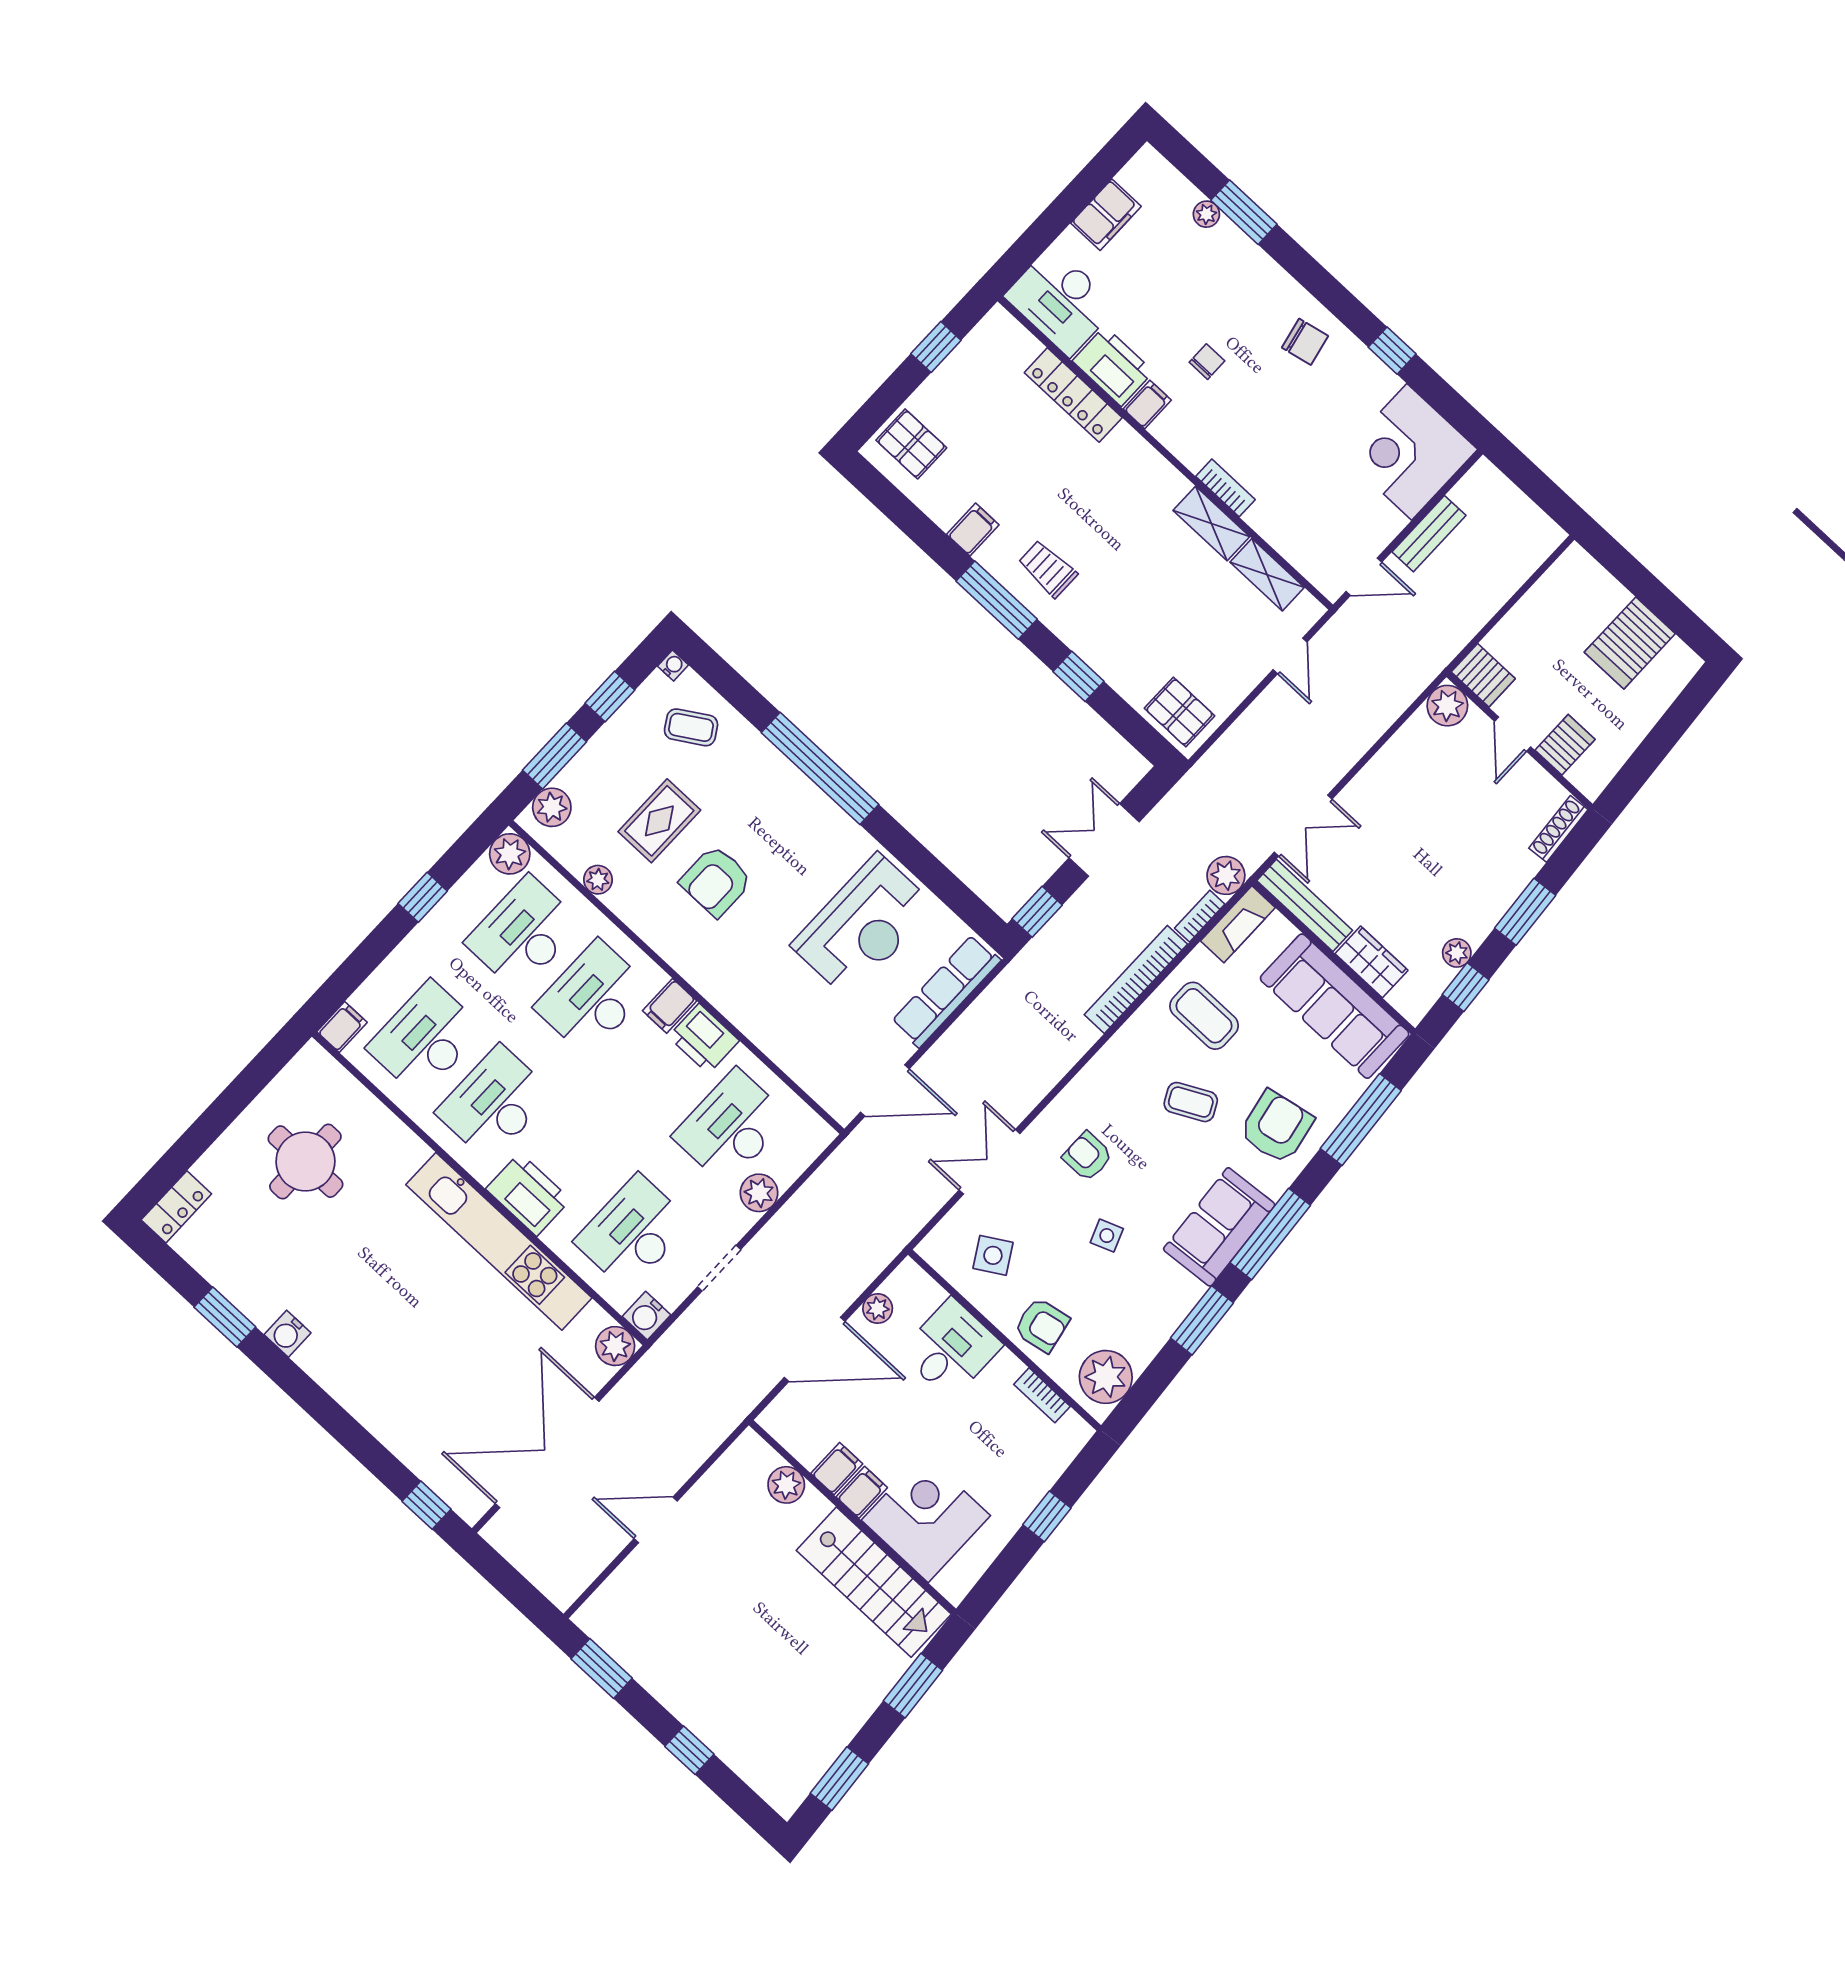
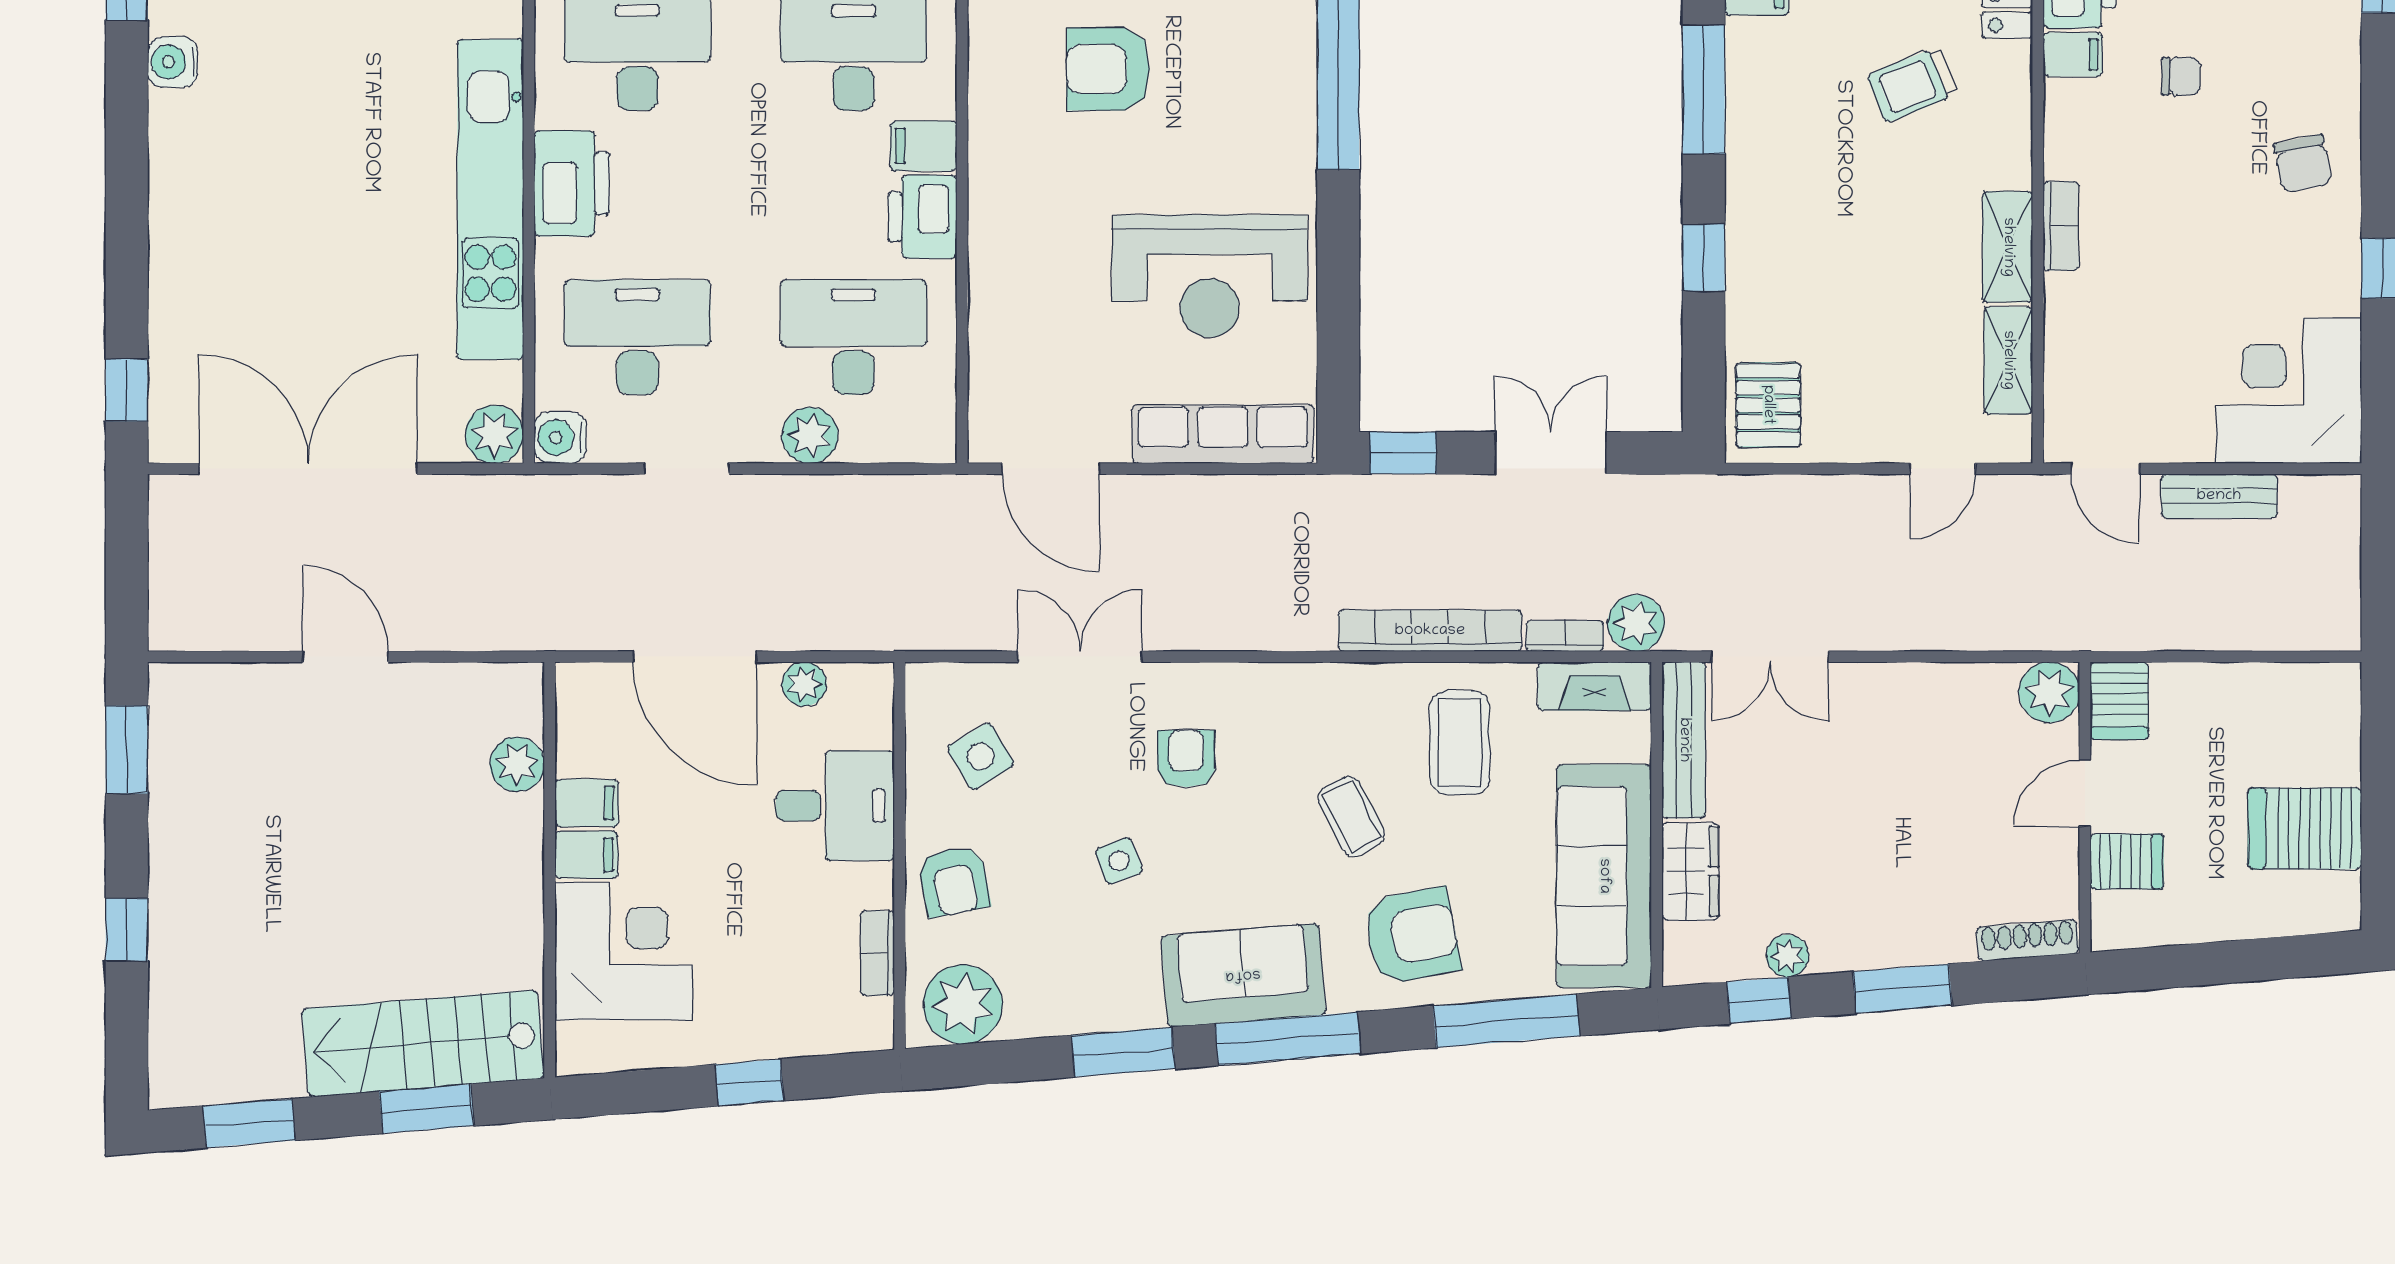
trolley: (1048, 569) -> (1913, 85), moved, turned -112
stairs: (874, 1582) -> (423, 1043), moved, turned 85

